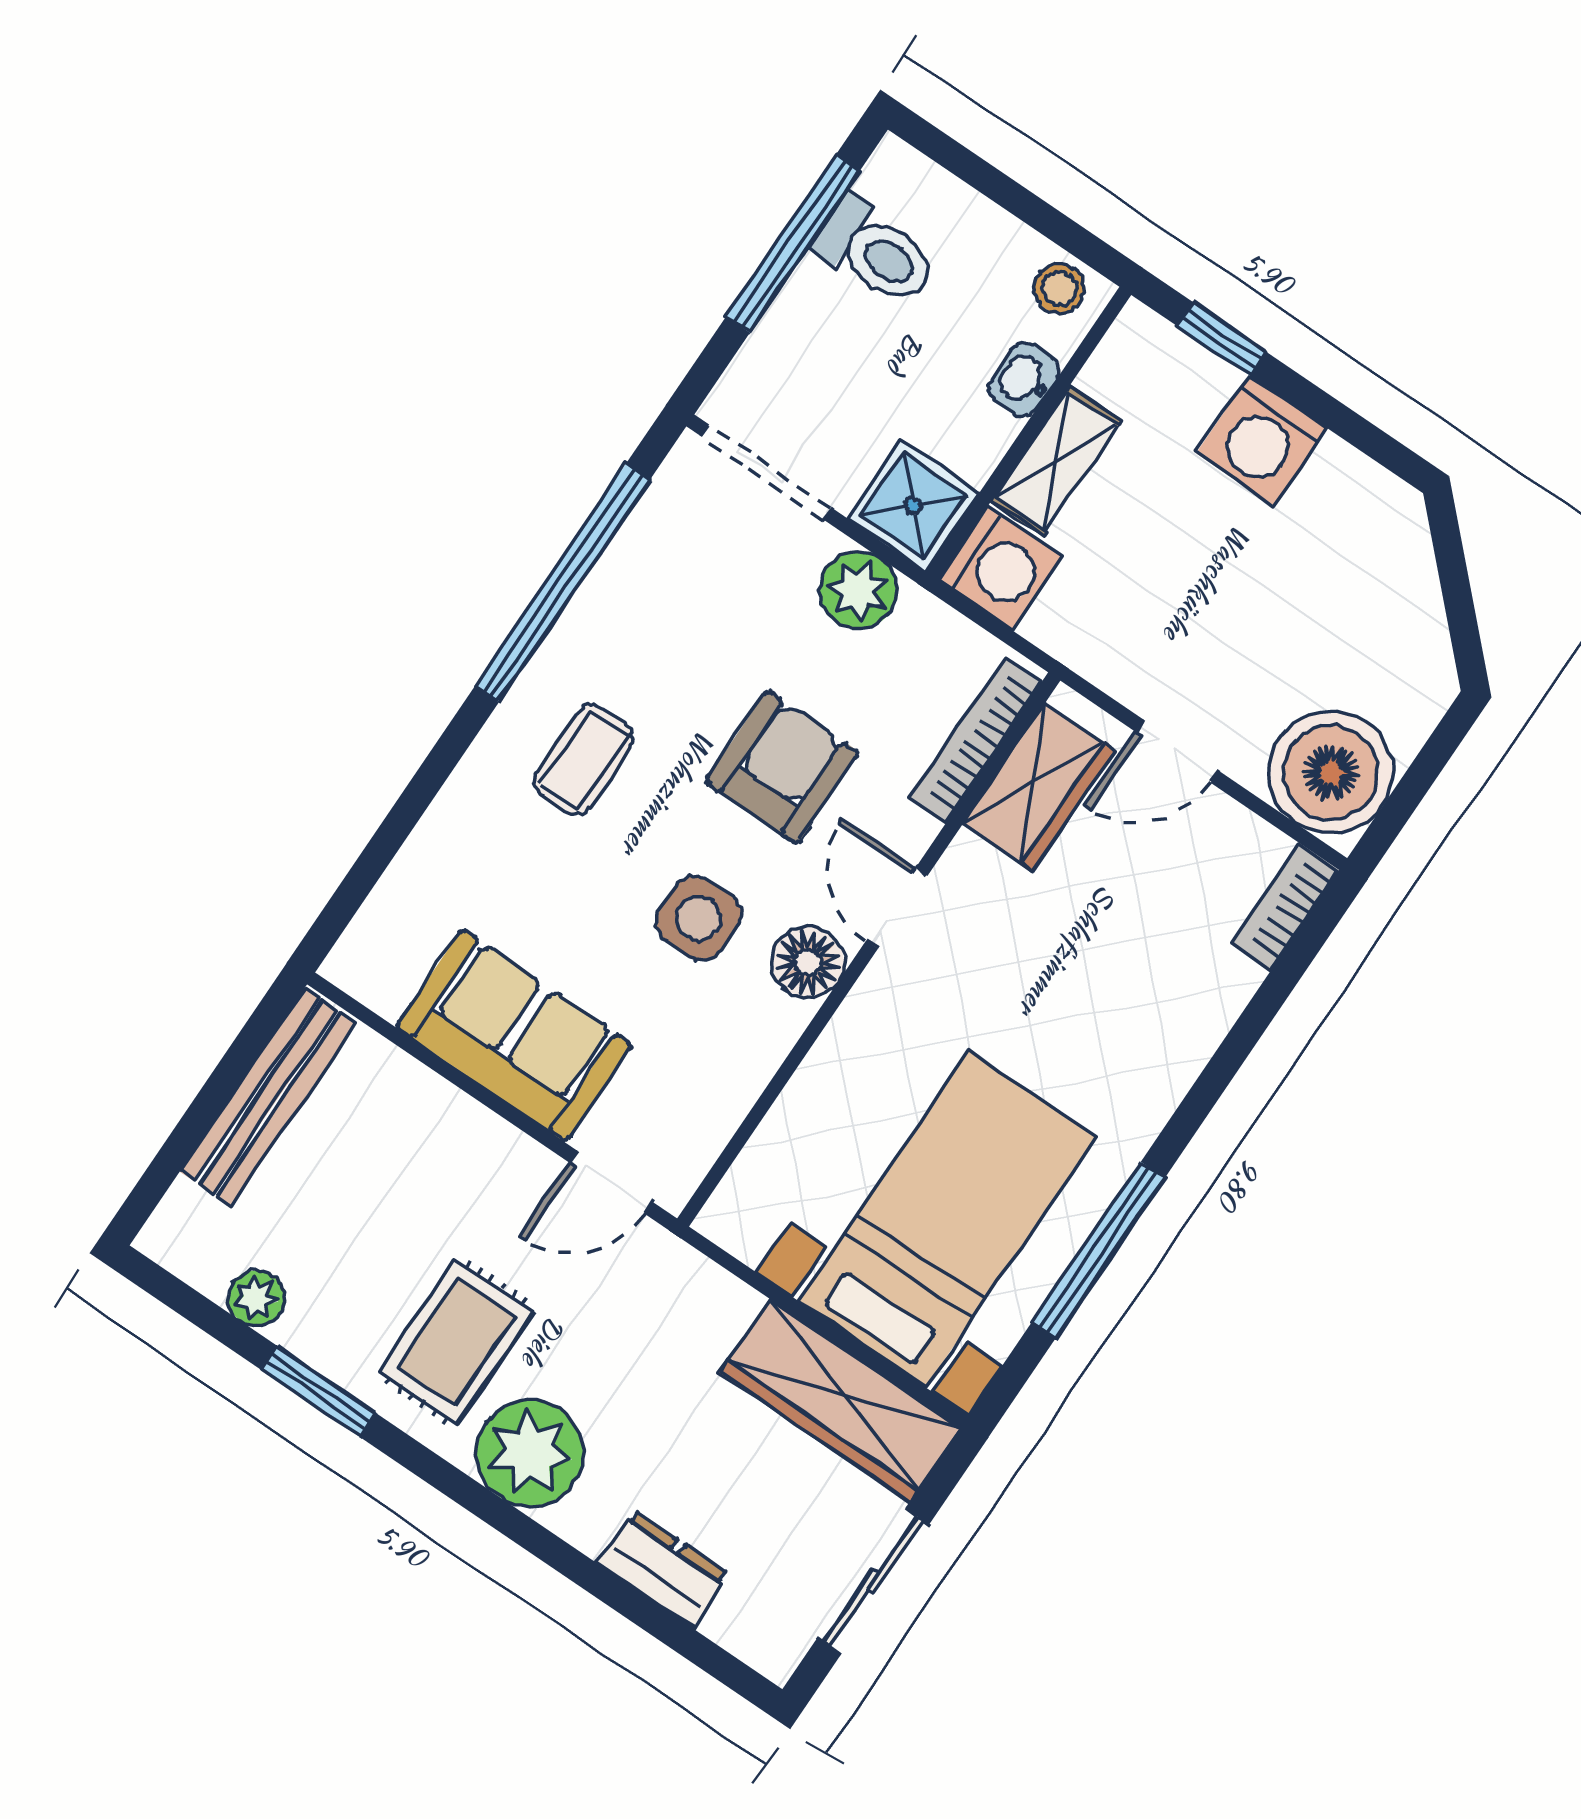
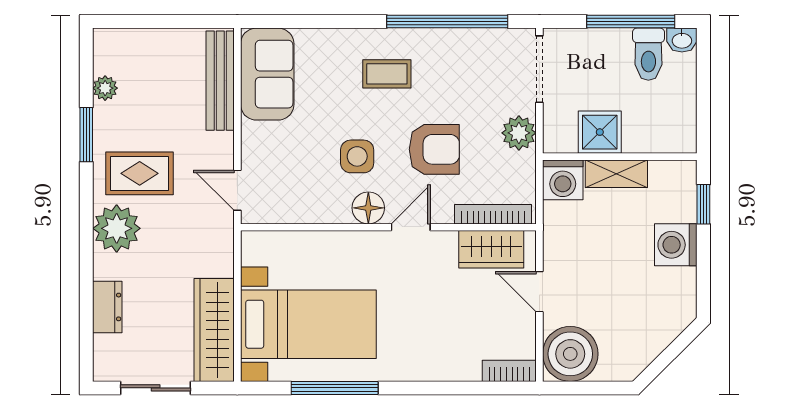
stool: (1059, 288) -> (681, 131), removed
washbasin: (1024, 379) -> (682, 40), moved, turned 180
shower: (913, 506) -> (600, 132), moved
sofa: (514, 1036) -> (267, 74), moved
bench: (268, 1097) -> (220, 81), moved, turned 90

